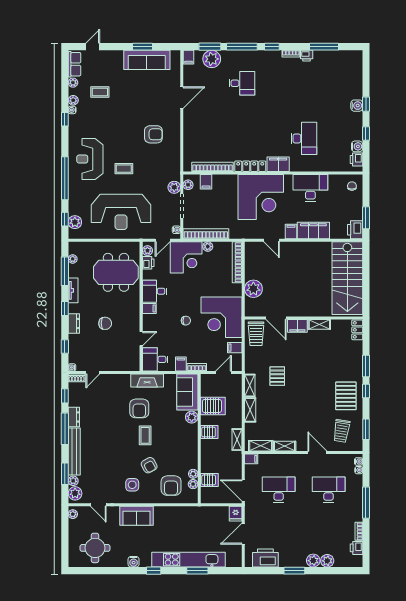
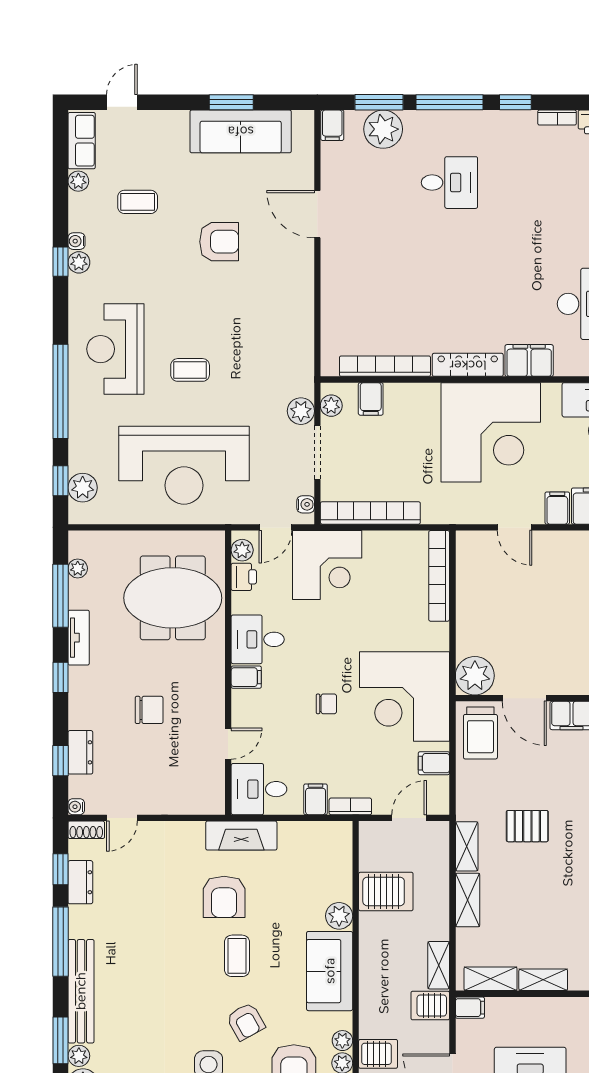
door: (182, 98) -> (317, 214), swing flipped
plant: (73, 100) -> (79, 262), moved
armchair: (153, 134) -> (219, 242), moved
plant: (208, 247) -> (375, 541), removed
plant: (253, 289) -> (475, 676), moved
dresser: (74, 323) -> (80, 752), moved
pallet: (277, 376) -> (527, 826), turned 90
sofa: (187, 392) -> (330, 971), moved
dresser: (74, 417) -> (80, 882), moved
server rack: (209, 432) -> (430, 1006), moved, turned 180

